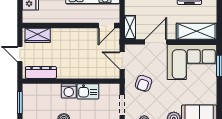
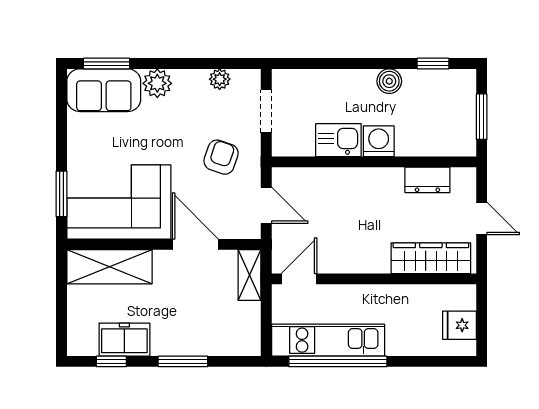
wardrobe: (38, 35) -> (431, 258), width x1.50
door: (156, 42) -> (195, 244), swing flipped
dresser: (41, 72) -> (427, 180), width x0.70

